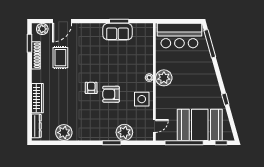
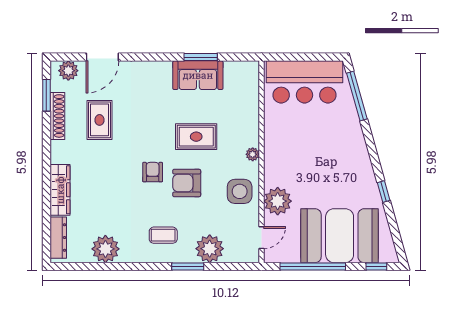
rug: (117, 67) -> (196, 137), added
plant: (164, 78) -> (278, 201), moved
coffee table: (97, 125) -> (163, 235), added

